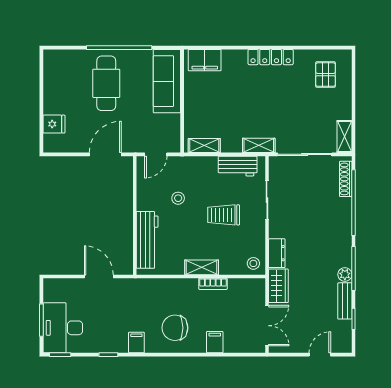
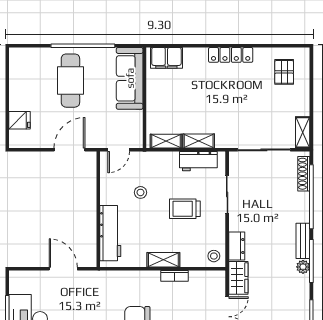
shelving: (259, 145) -> (199, 141), moved
bench: (345, 301) -> (303, 241), moved

